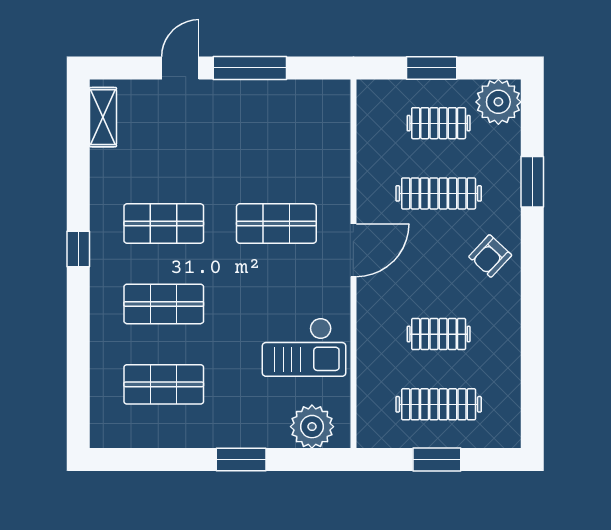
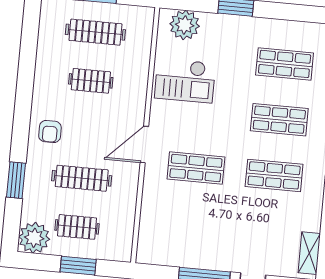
armchair: (490, 256) -> (50, 132), turned 137
checkout: (304, 347) -> (185, 81), turned 180

